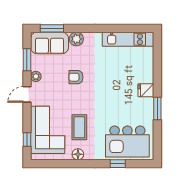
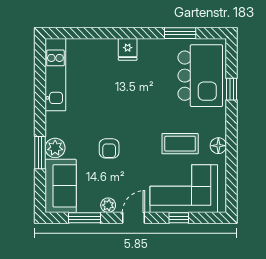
window: (52, 28) -> (40, 153), moved
door: (27, 94) -> (134, 218), swing flipped
window: (157, 109) -> (180, 33), moved
window: (27, 140) -> (179, 218), moved

